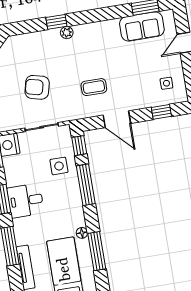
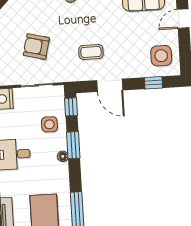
side table: (166, 83) -> (161, 56), width x1.87, depth x1.87
window: (86, 185) -> (73, 145), width x0.69
floor lamp: (82, 233) -> (63, 156), moved

